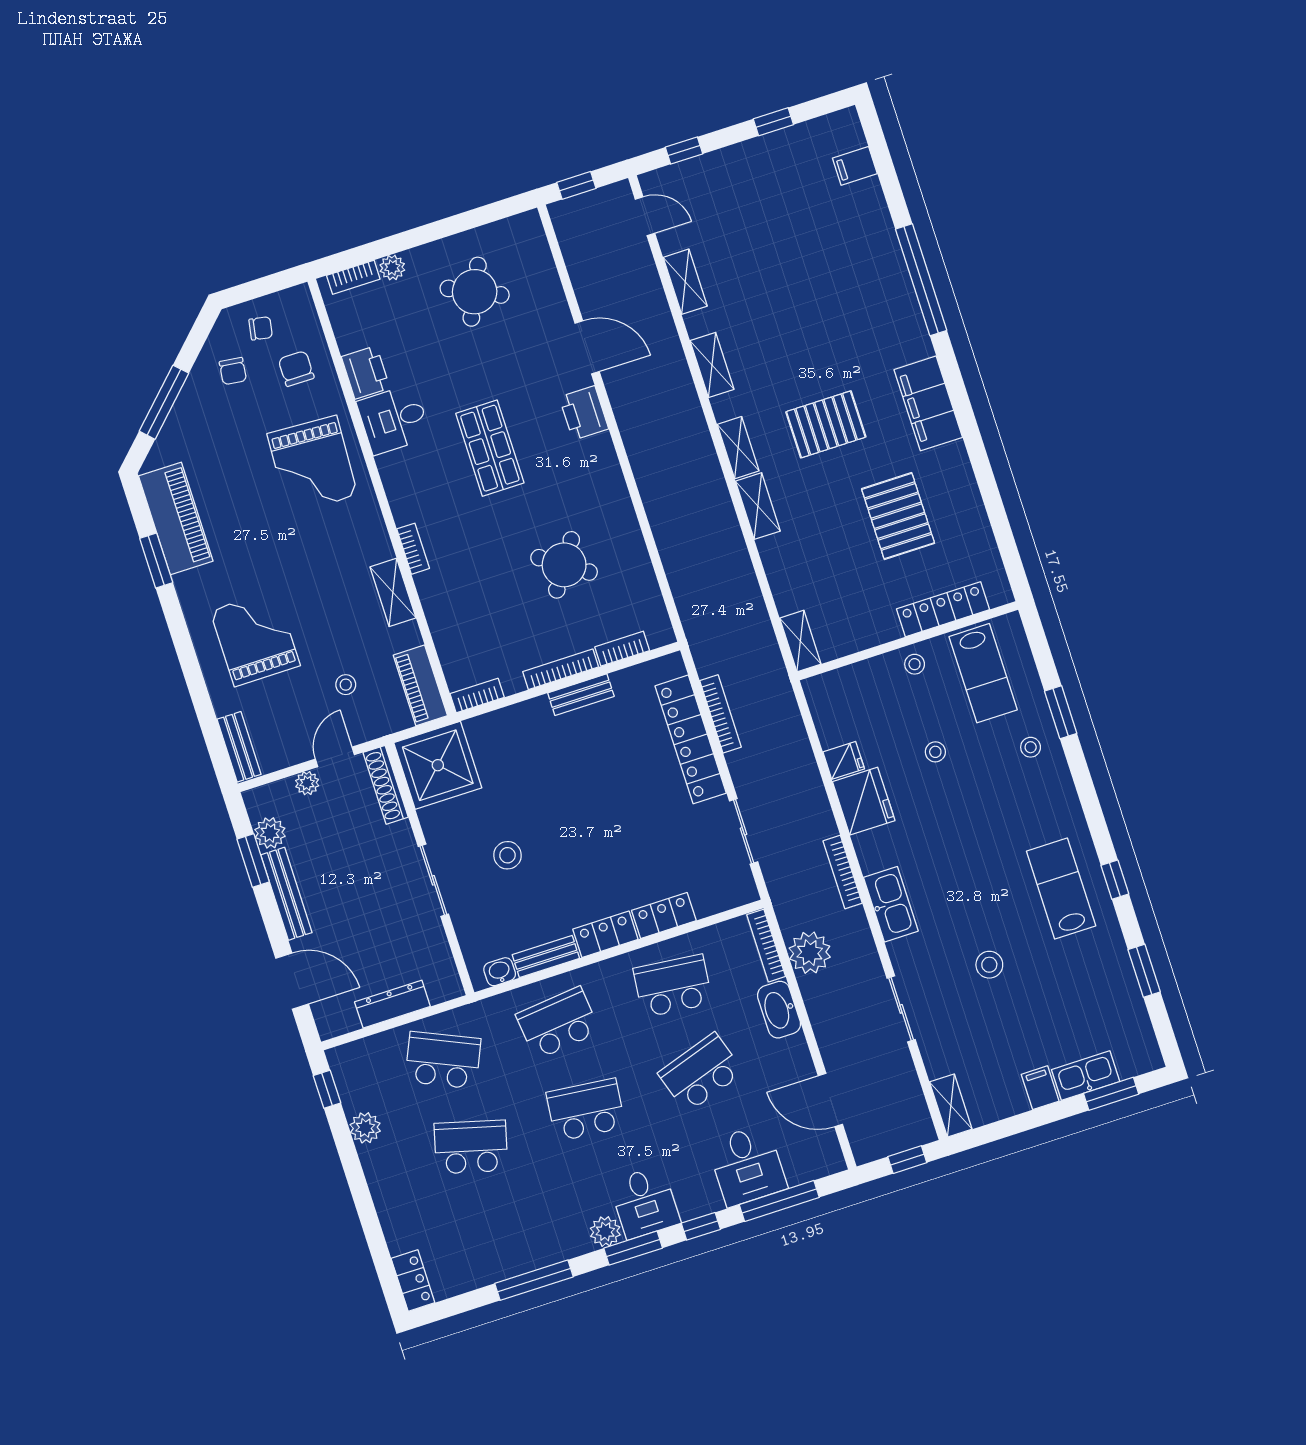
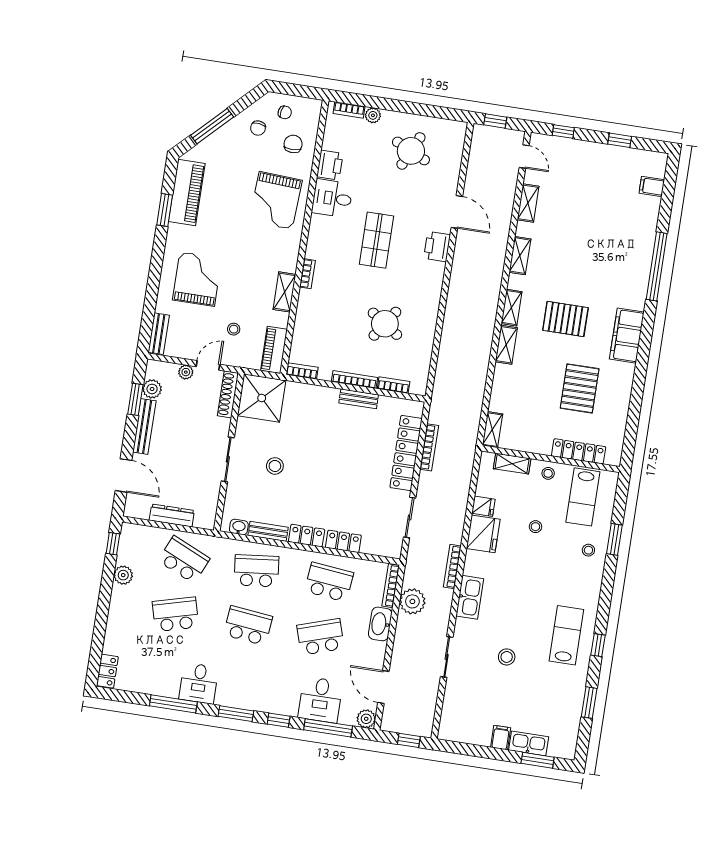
shelving: (951, 1106) -> (512, 464), moved, turned 90
school desk: (471, 1147) -> (175, 614), turned -30
desk: (645, 1202) -> (199, 683), moved
plant: (605, 1232) -> (366, 719), moved

